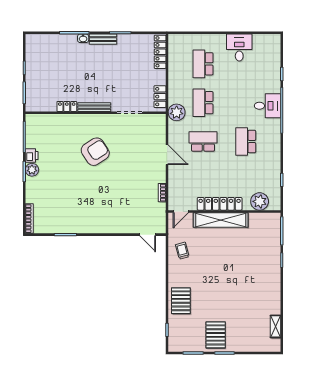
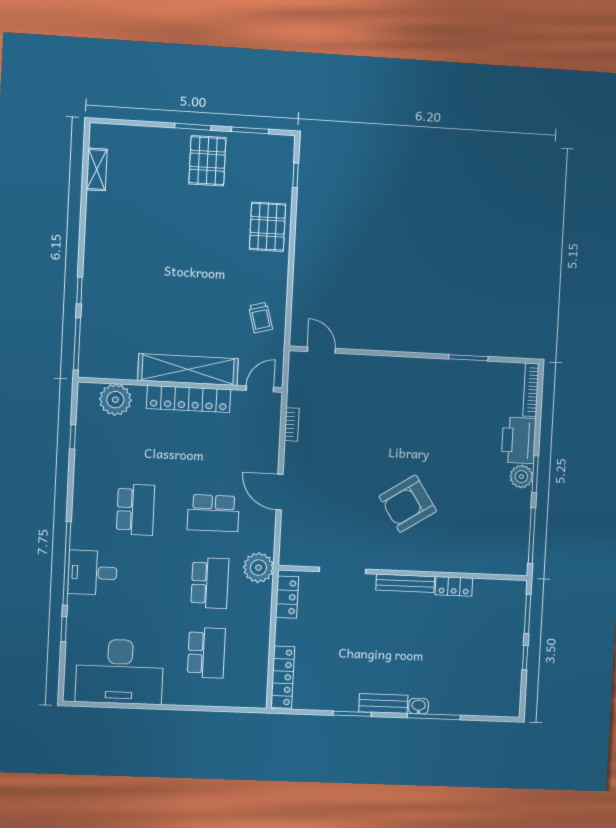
desk: (239, 48) -> (120, 672), width x1.87, depth x1.30
printer: (32, 155) -> (519, 440), moved, width x1.87, depth x1.48

